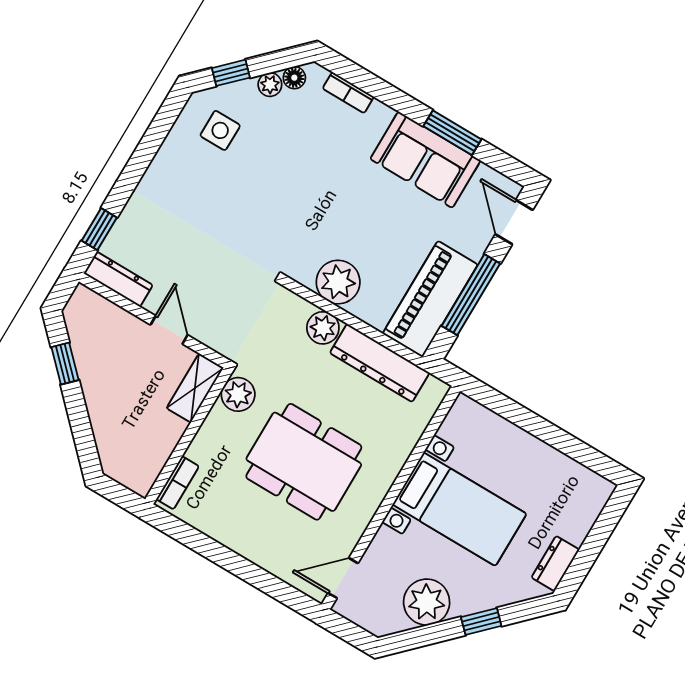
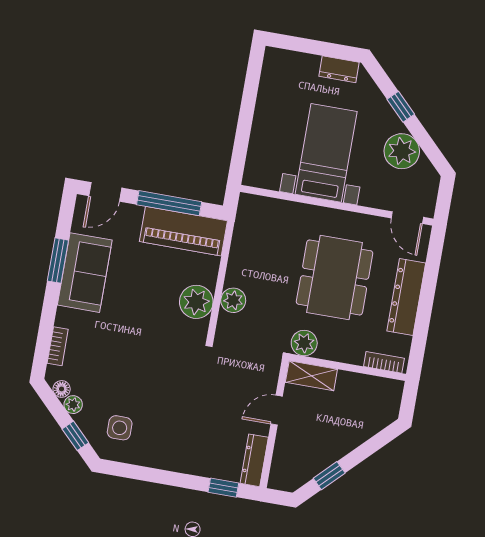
dresser: (380, 363) -> (406, 297), moved, turned 180

